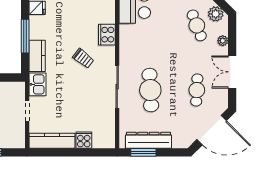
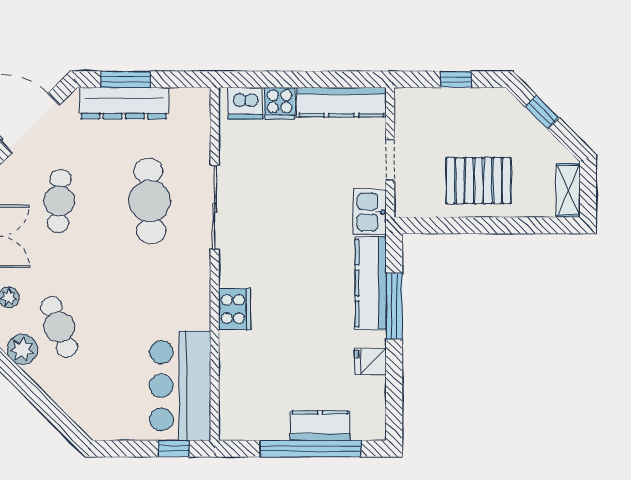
kitchen counter: (37, 56) -> (371, 283), width x1.50
trolley: (83, 58) -> (281, 263), removed
dishwasher: (101, 140) -> (245, 103), added
dresser: (148, 140) -> (124, 103), moved
window: (143, 152) -> (126, 79), moved

